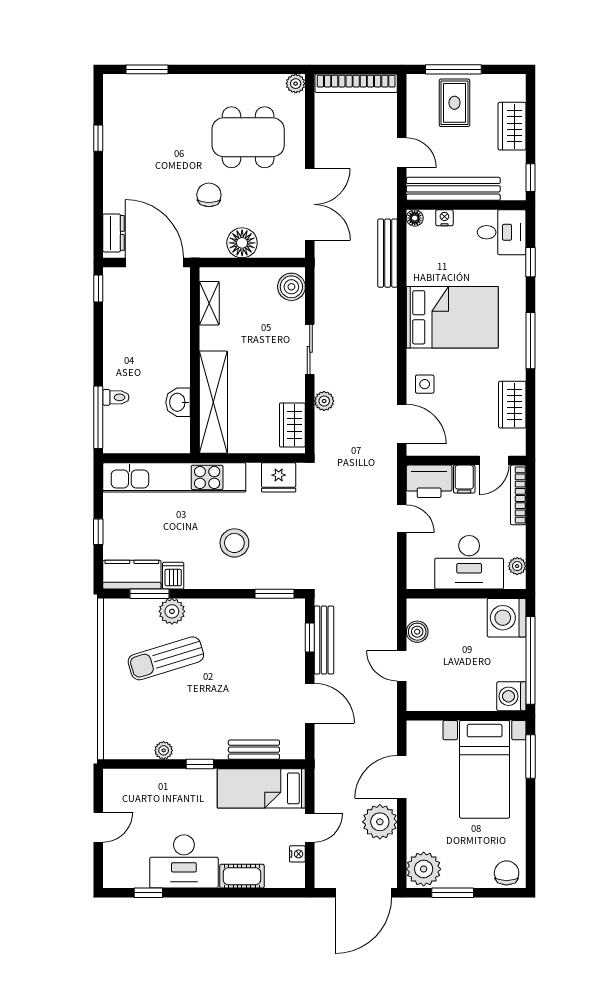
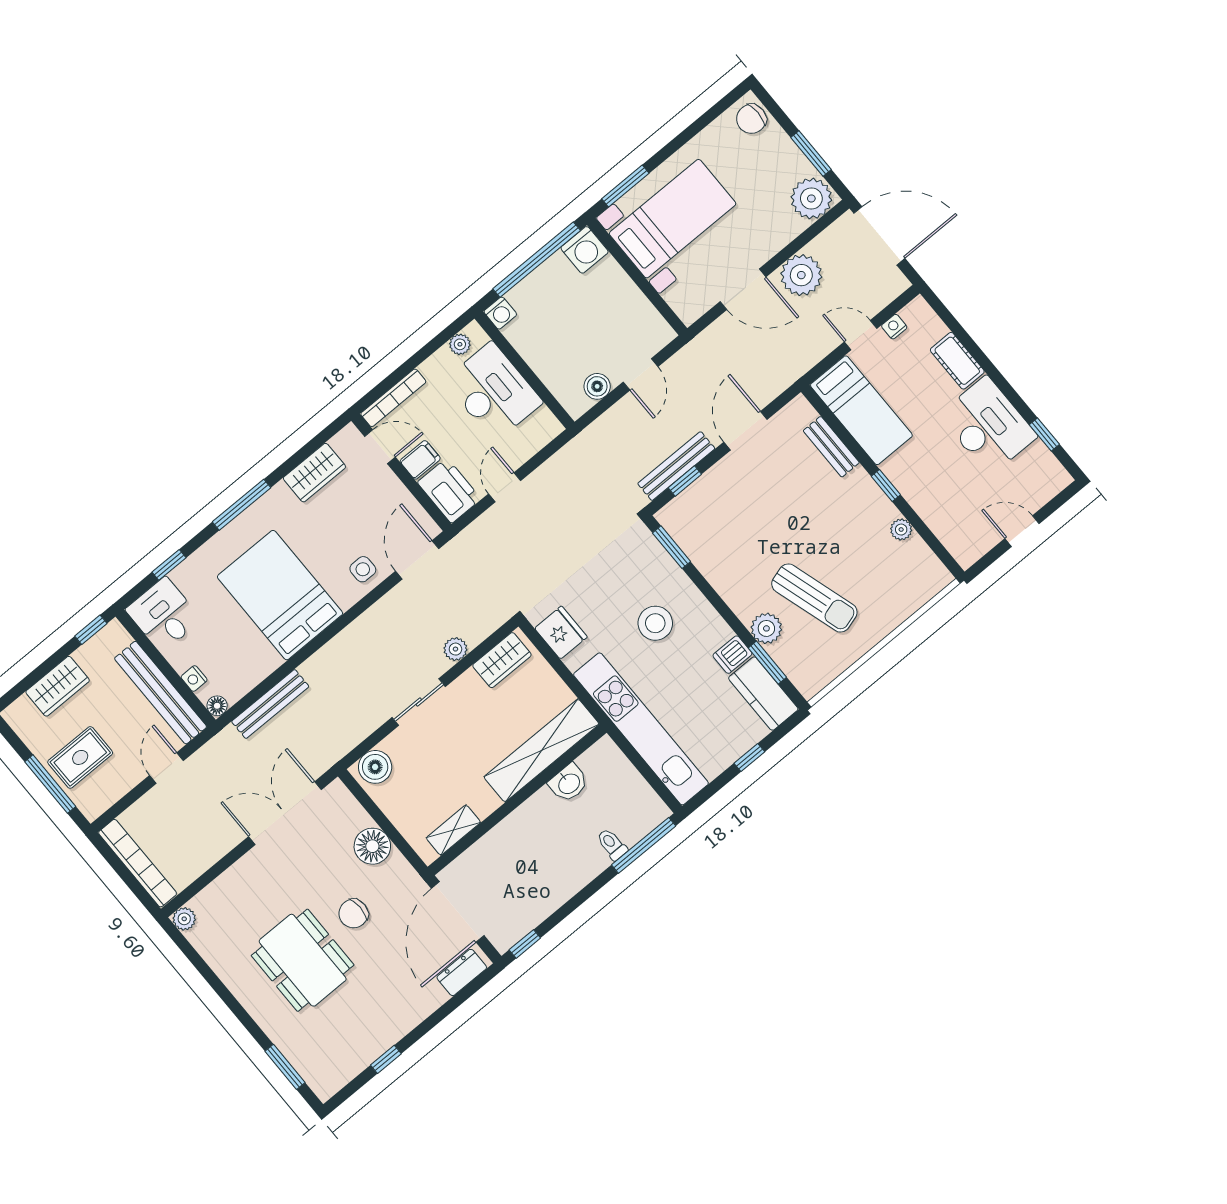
dining table: (248, 137) -> (303, 960), moved
washing machine: (507, 618) -> (500, 313), width x0.53, depth x0.53

